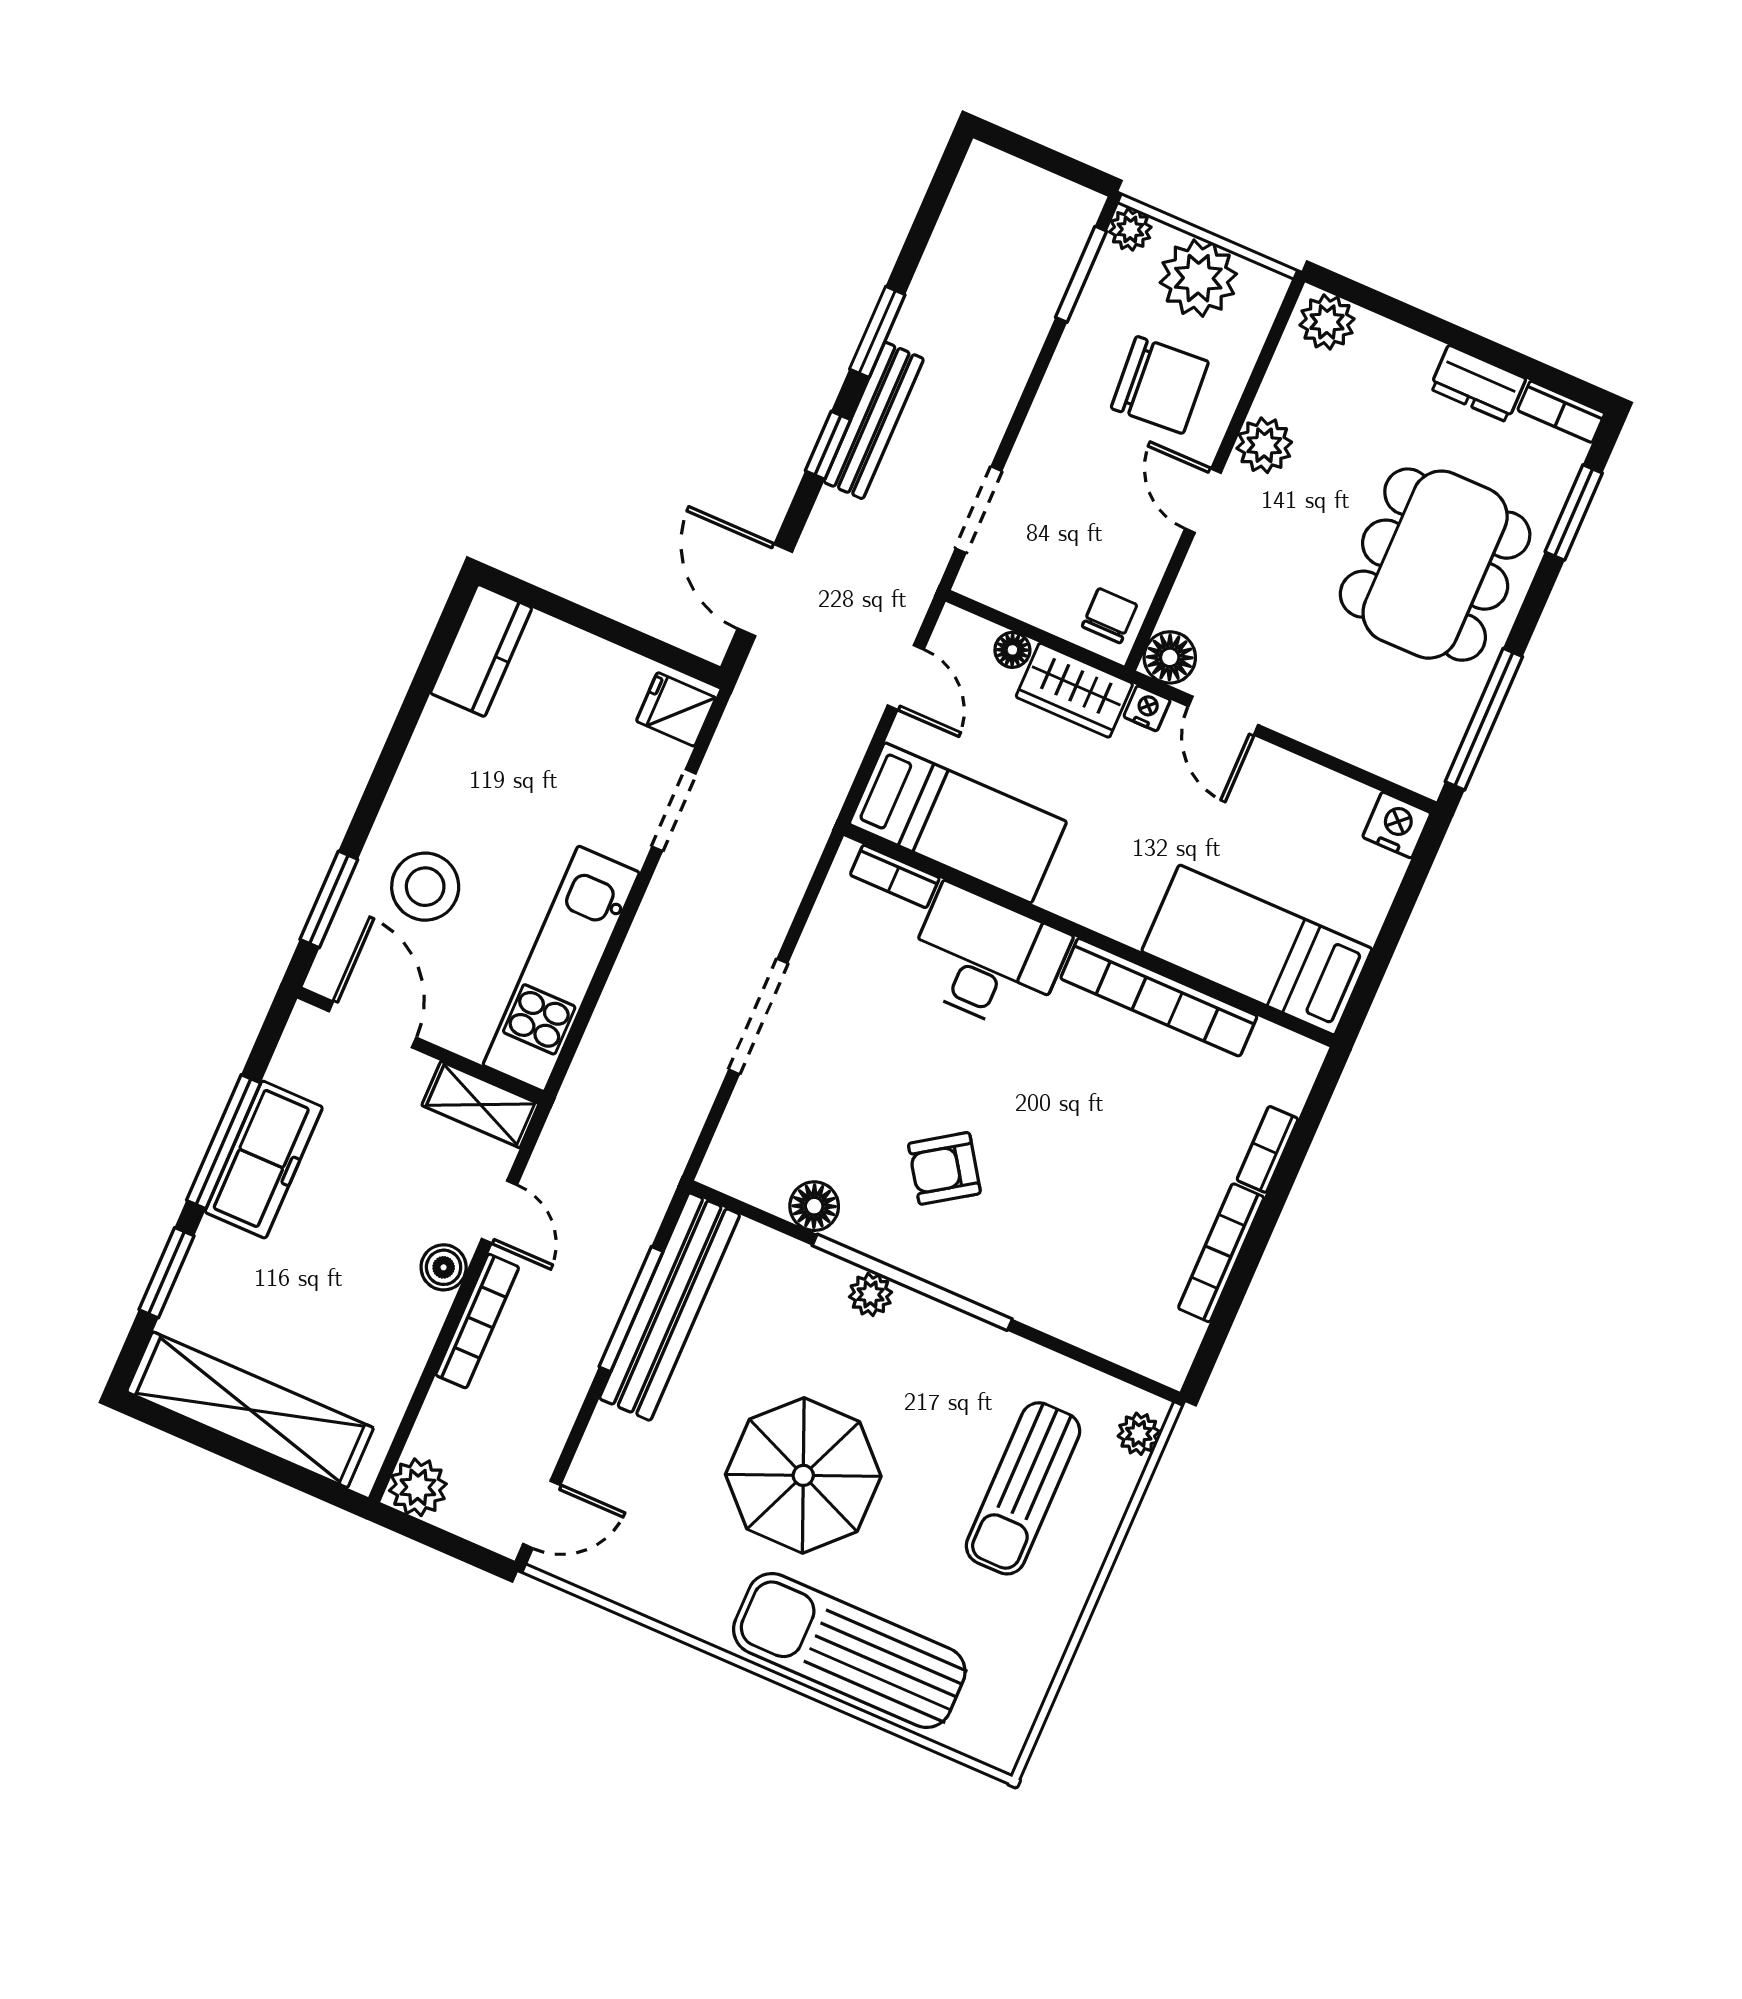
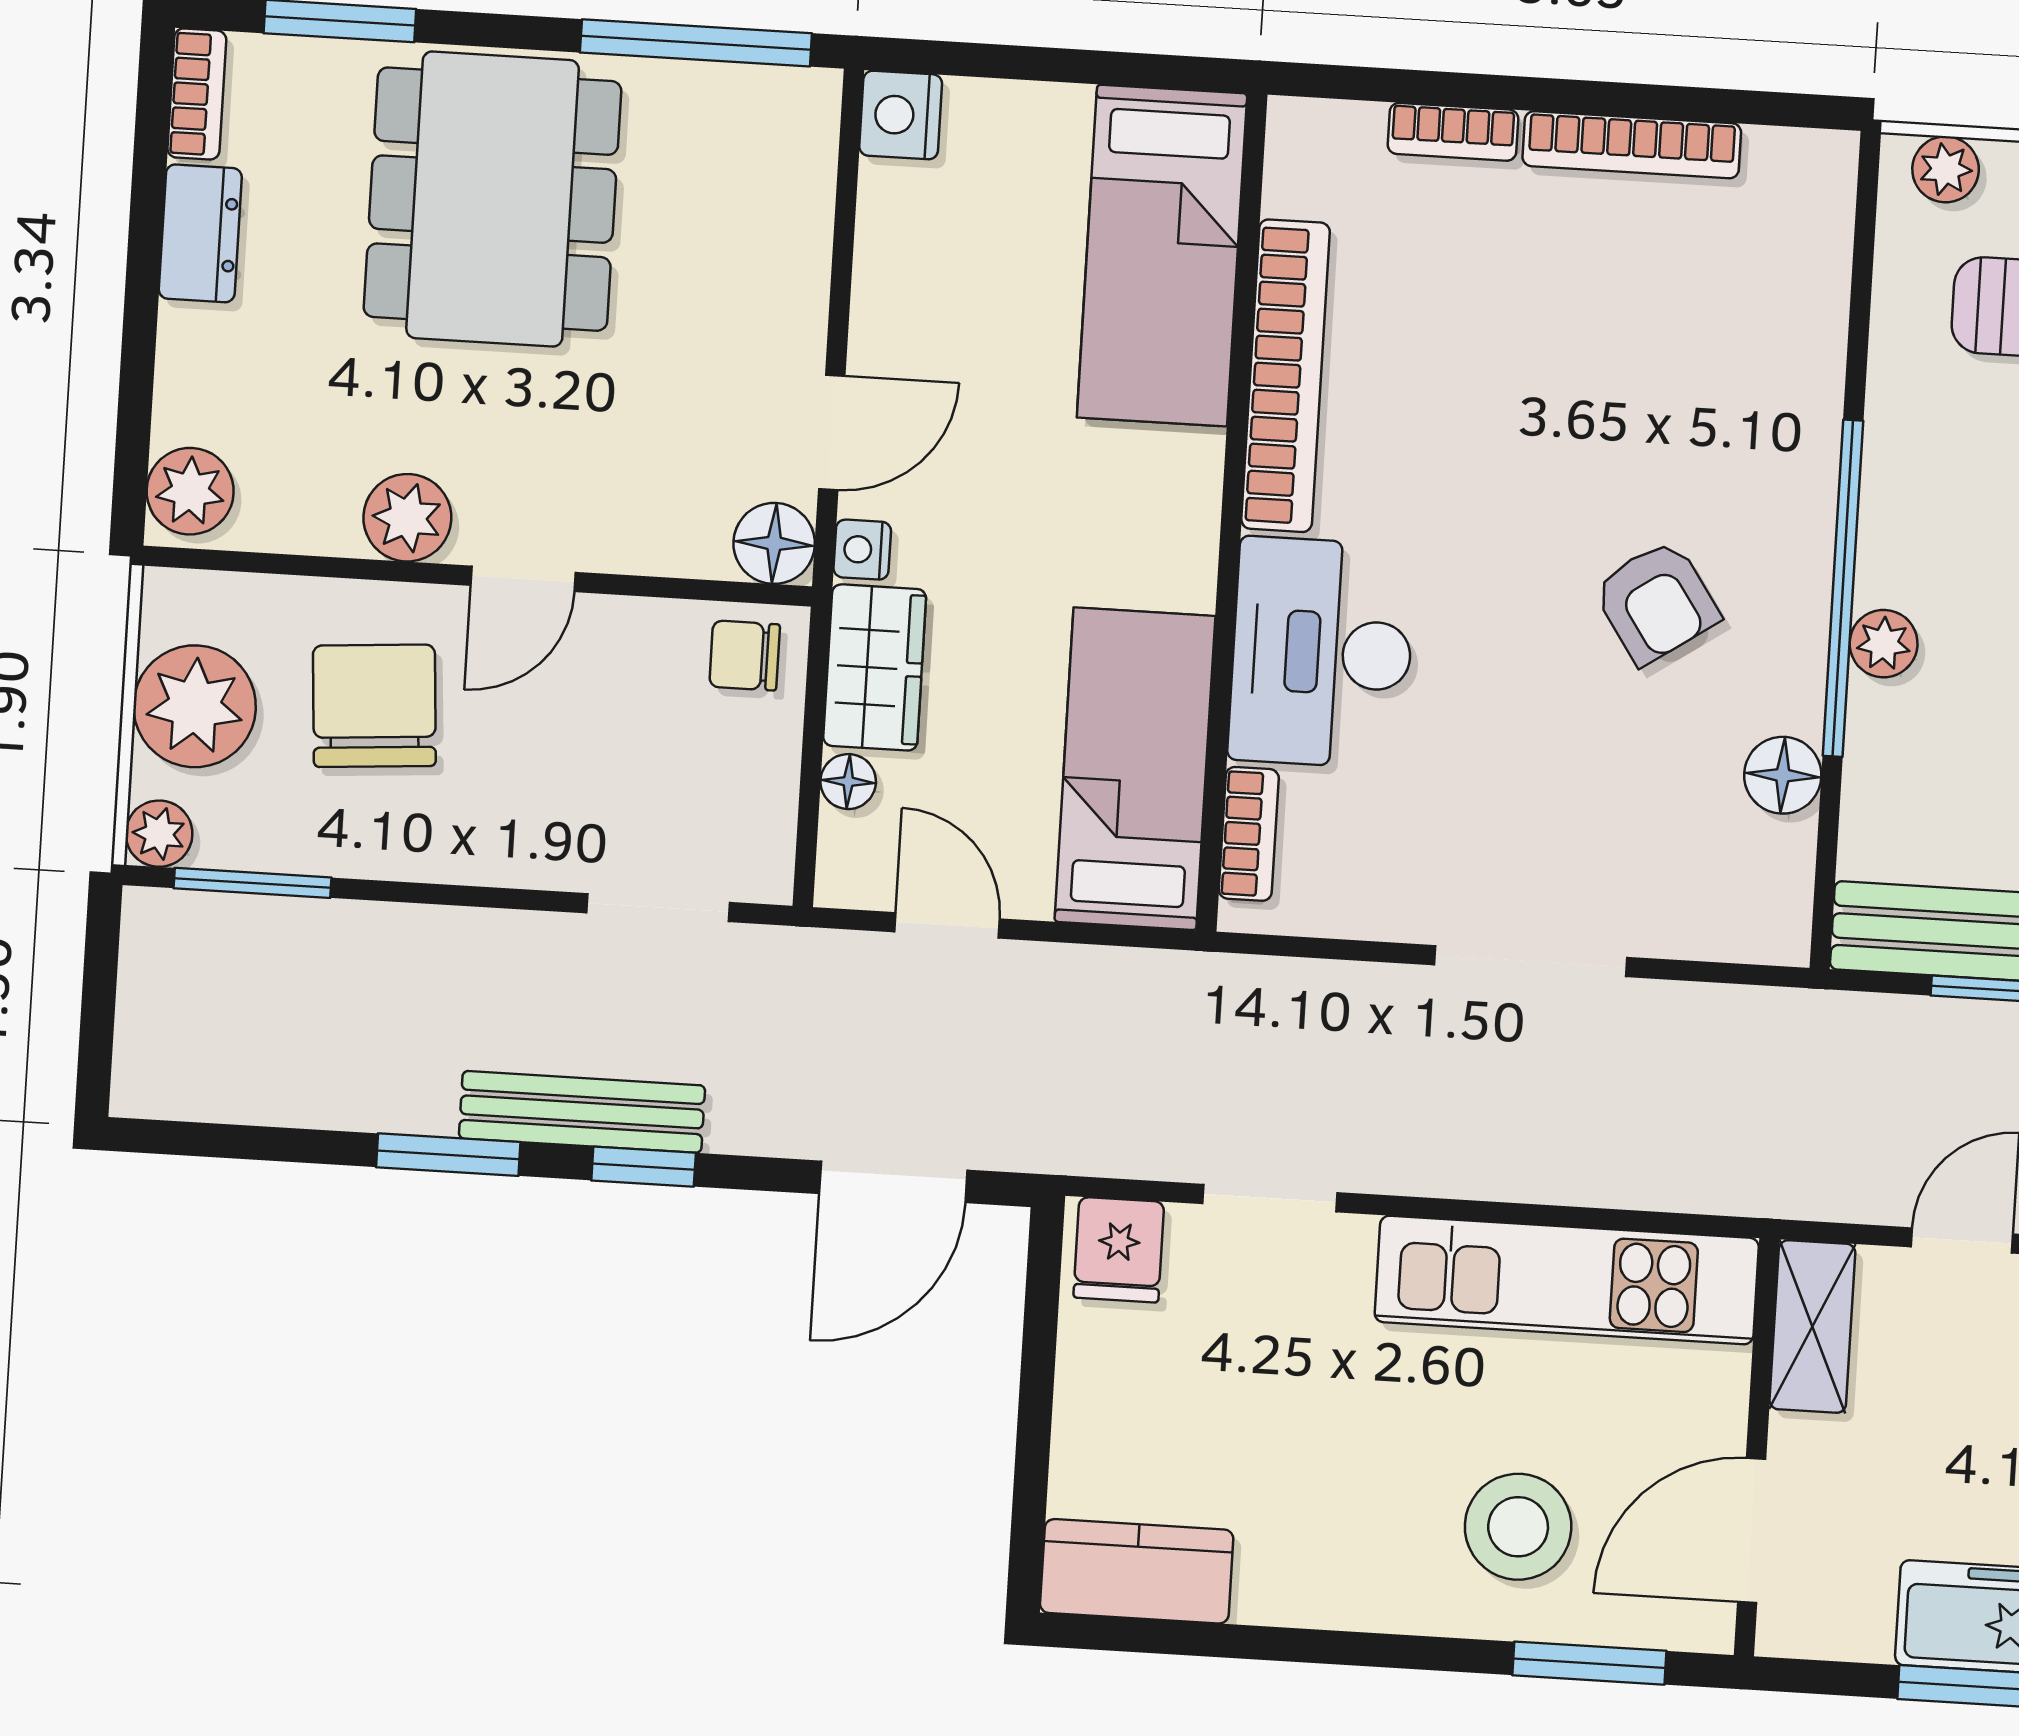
dining table: (1435, 565) -> (493, 199), turned 90
door: (906, 678) -> (947, 925), hinge flipped

